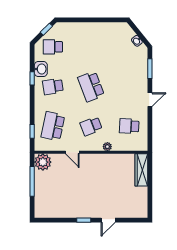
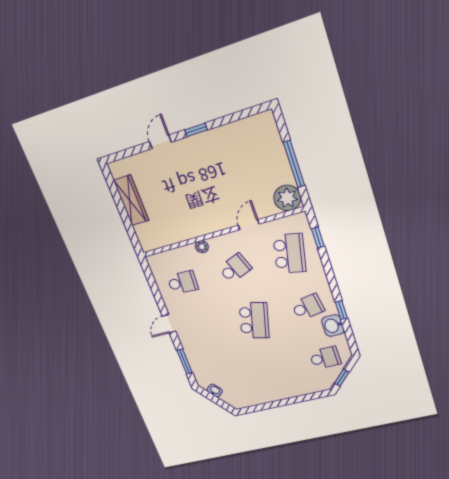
school desk: (91, 86) -> (254, 320), turned 36
door: (72, 152) -> (249, 225), hinge flipped
wardrobe: (141, 170) -> (131, 200), moved

